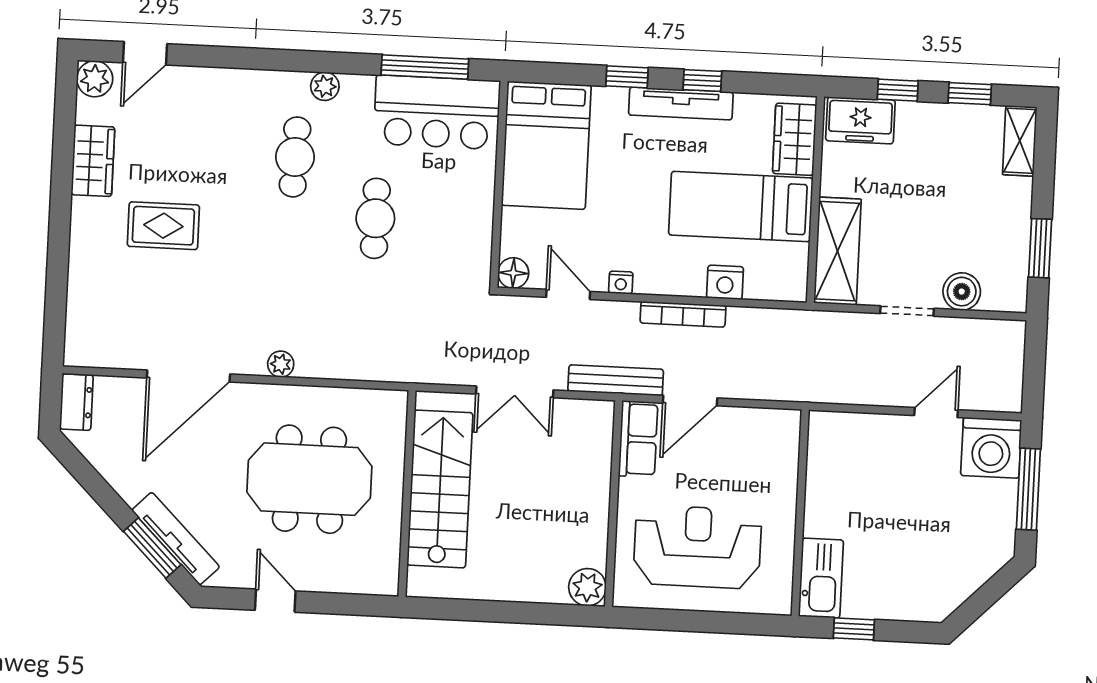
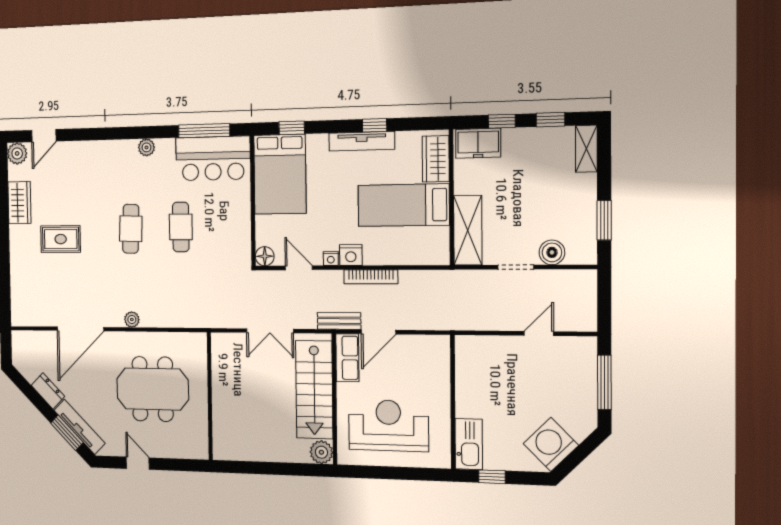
window: (627, 77) -> (292, 128), moved
cafe table: (295, 157) -> (131, 229), moved
nightstand: (725, 282) -> (351, 255), moved
bench: (616, 380) -> (339, 321), width x0.73
dresser: (76, 402) -> (48, 391), moved, turned -45
washing machine: (991, 448) -> (551, 444), moved, turned 135
stairs: (440, 489) -> (314, 390), moved, turned 180

